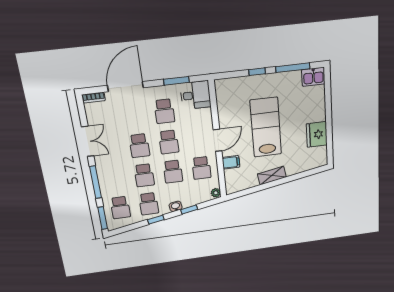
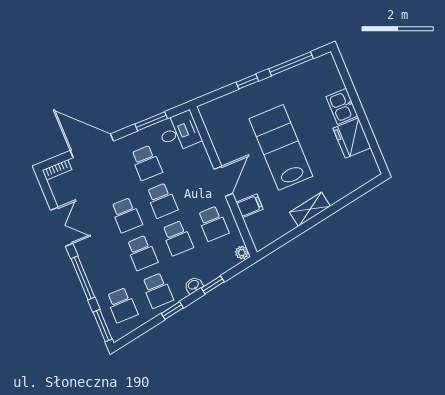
kitchen sink: (313, 77) -> (342, 106), moved, turned 90
door: (125, 87) -> (92, 146), hinge flipped

